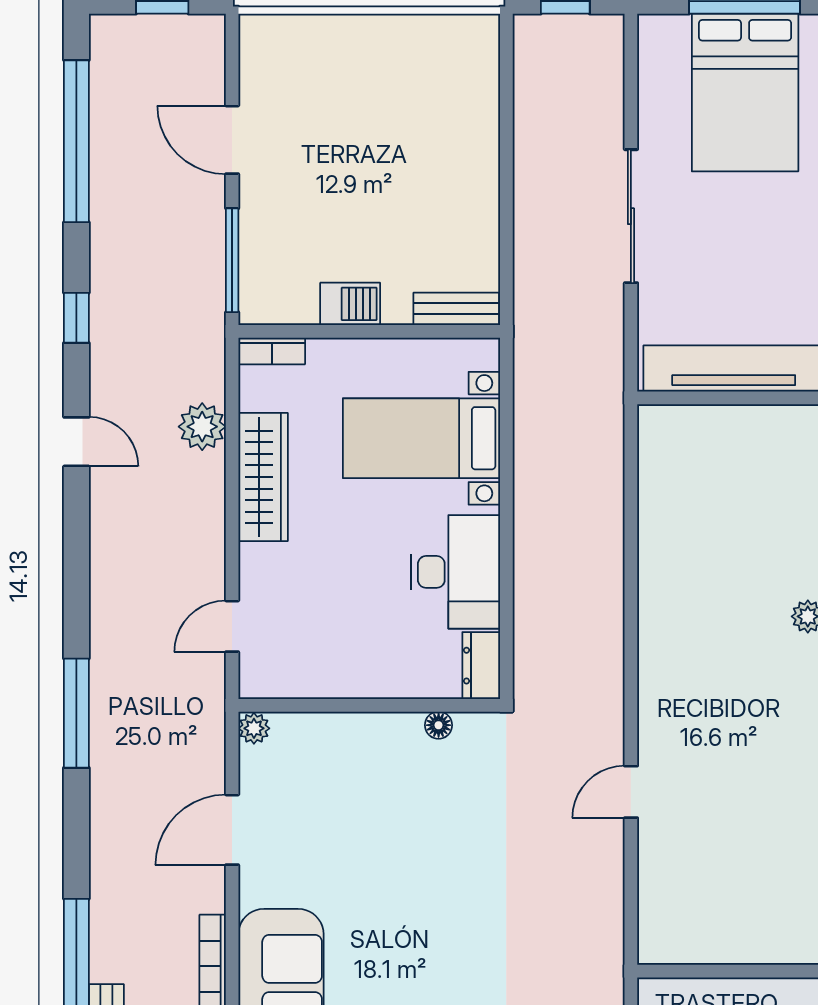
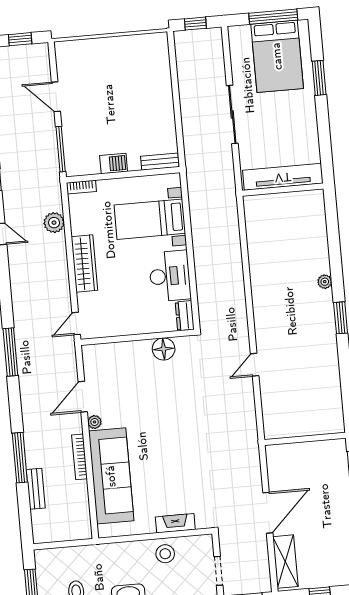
wardrobe: (263, 477) -> (84, 264), moved
door: (232, 626) -> (76, 324), moved
floor lamp: (439, 725) -> (164, 349), width x1.89, depth x1.89
plant: (254, 728) -> (95, 422), moved

